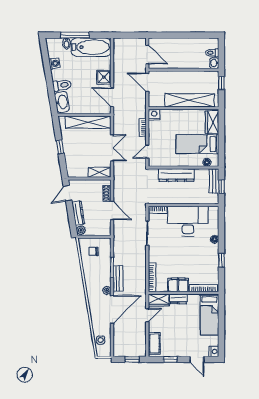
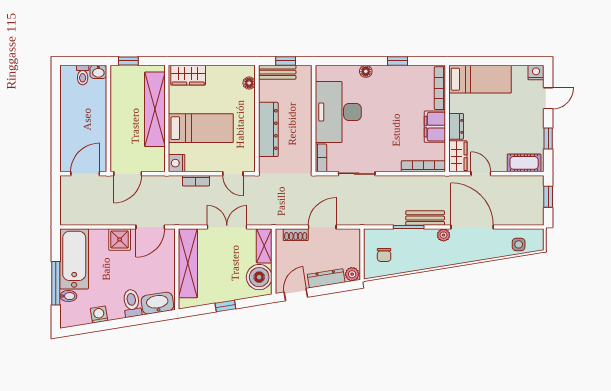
bed: (197, 144) -> (201, 128), moved, turned -90
boiler: (79, 169) -> (259, 277), added
door: (68, 193) -> (296, 295), swing flipped

